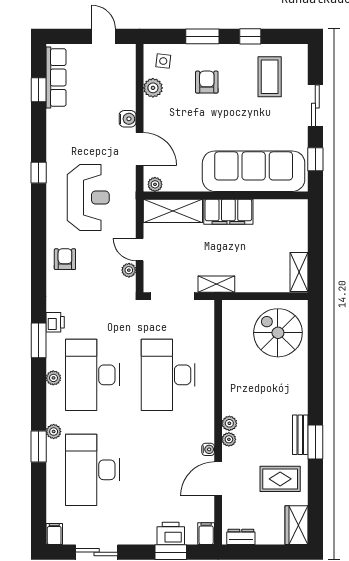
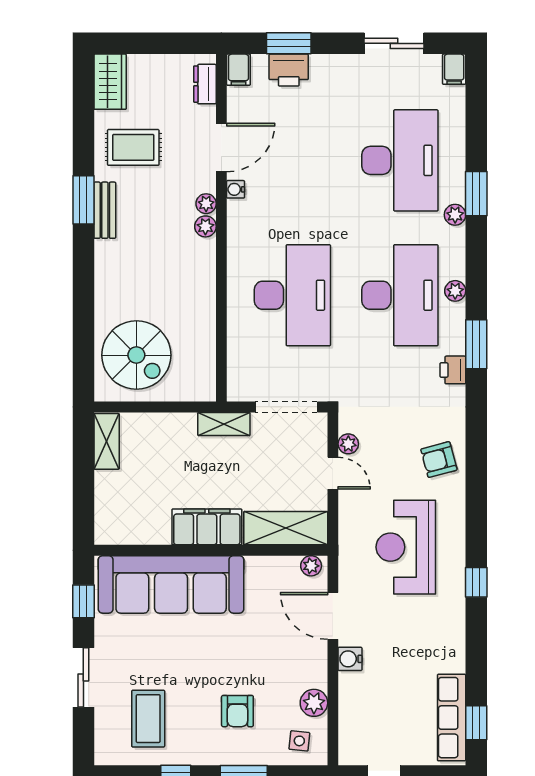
window: (39, 90) -> (476, 723), moved
armchair: (65, 259) -> (439, 460), turned 75
dresser: (241, 537) -> (205, 84), moved, turned 90

